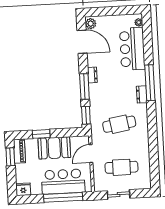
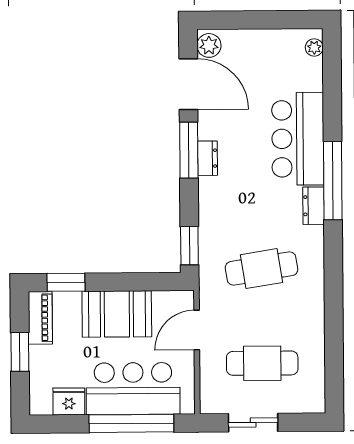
bar counter: (132, 49) -> (298, 139), moved
window: (84, 86) -> (189, 150), moved
window: (41, 134) -> (66, 282), moved
window: (10, 157) -> (20, 352), moved
fridge: (23, 189) -> (69, 401), moved

